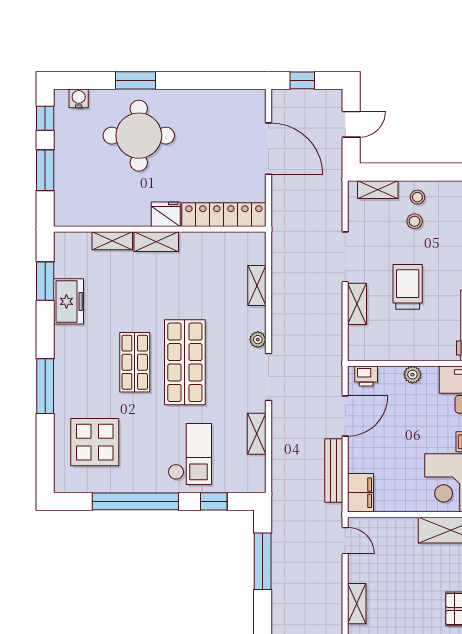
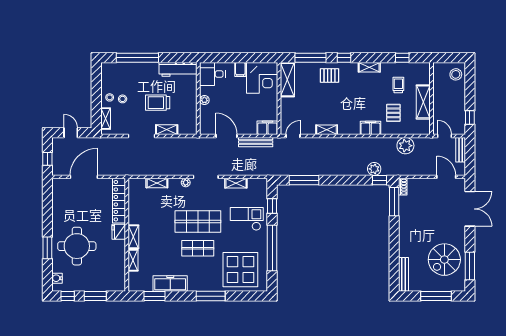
freezer: (69, 301) -> (170, 284), width x1.40
printer: (366, 376) -> (205, 125), removed
display table: (95, 442) -> (240, 270), width x1.36, depth x1.36

